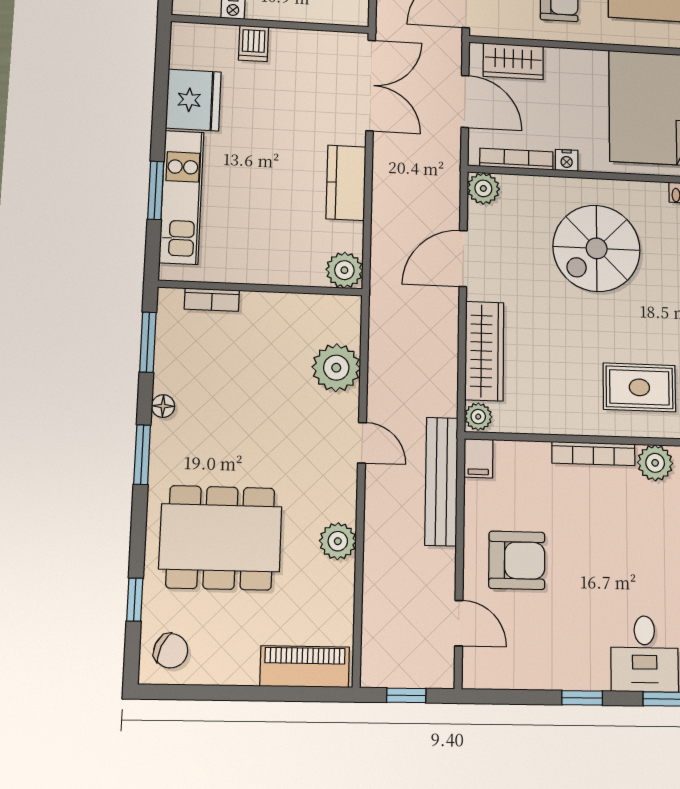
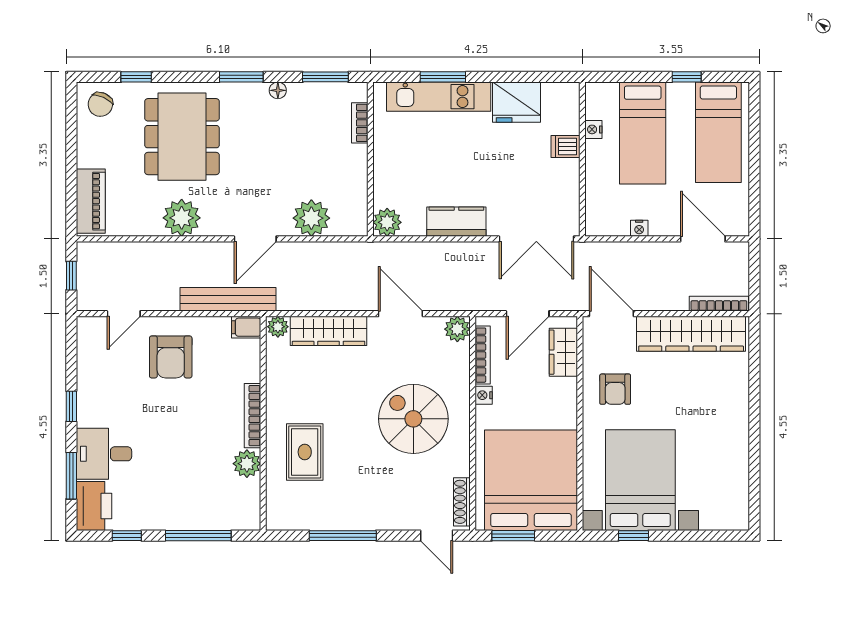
door: (362, 443) -> (255, 239), width x1.37
plant: (338, 541) -> (182, 218), width x1.36, depth x1.36

